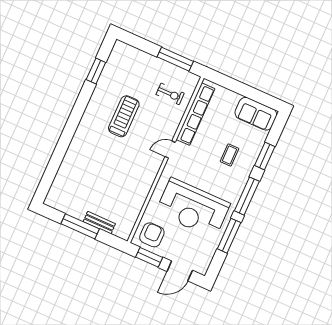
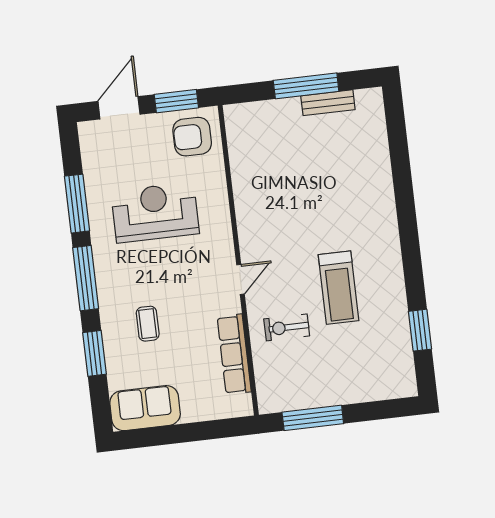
exercise bike: (170, 94) -> (287, 327), moved
row of seats: (196, 114) -> (234, 354), width x0.73
reception desk: (193, 208) -> (155, 212), width x0.74, depth x0.77
bench: (99, 223) -> (328, 103), moved
armchair: (152, 235) -> (192, 137), turned 90

